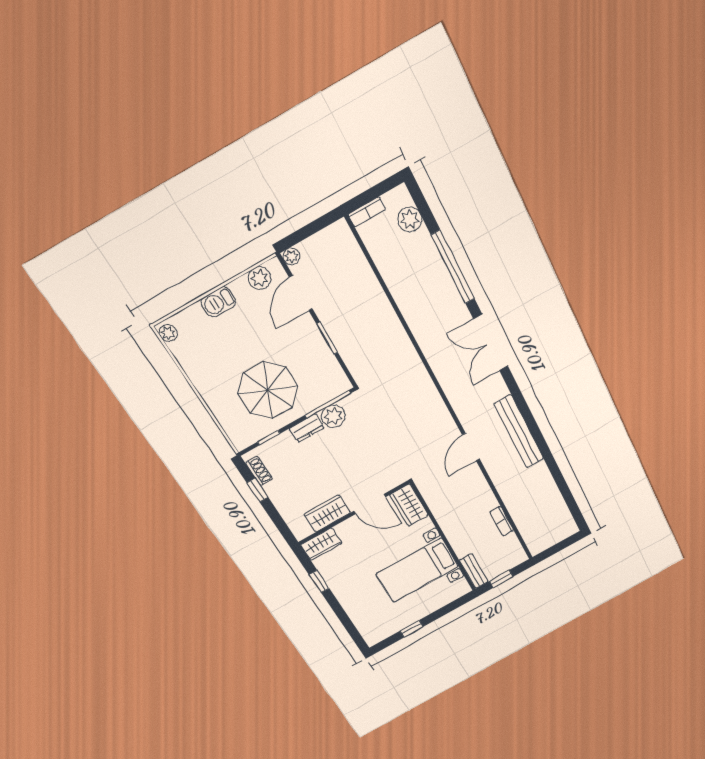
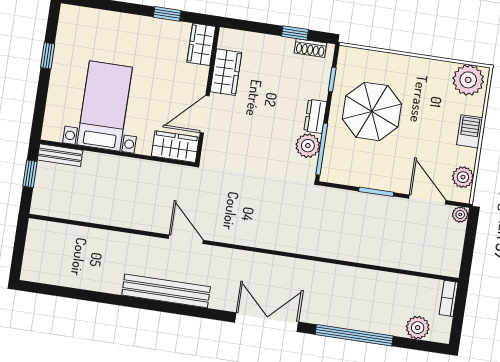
plant: (168, 333) -> (468, 80), width x1.88, depth x1.88
bookcase: (502, 521) -> (90, 216), removed

